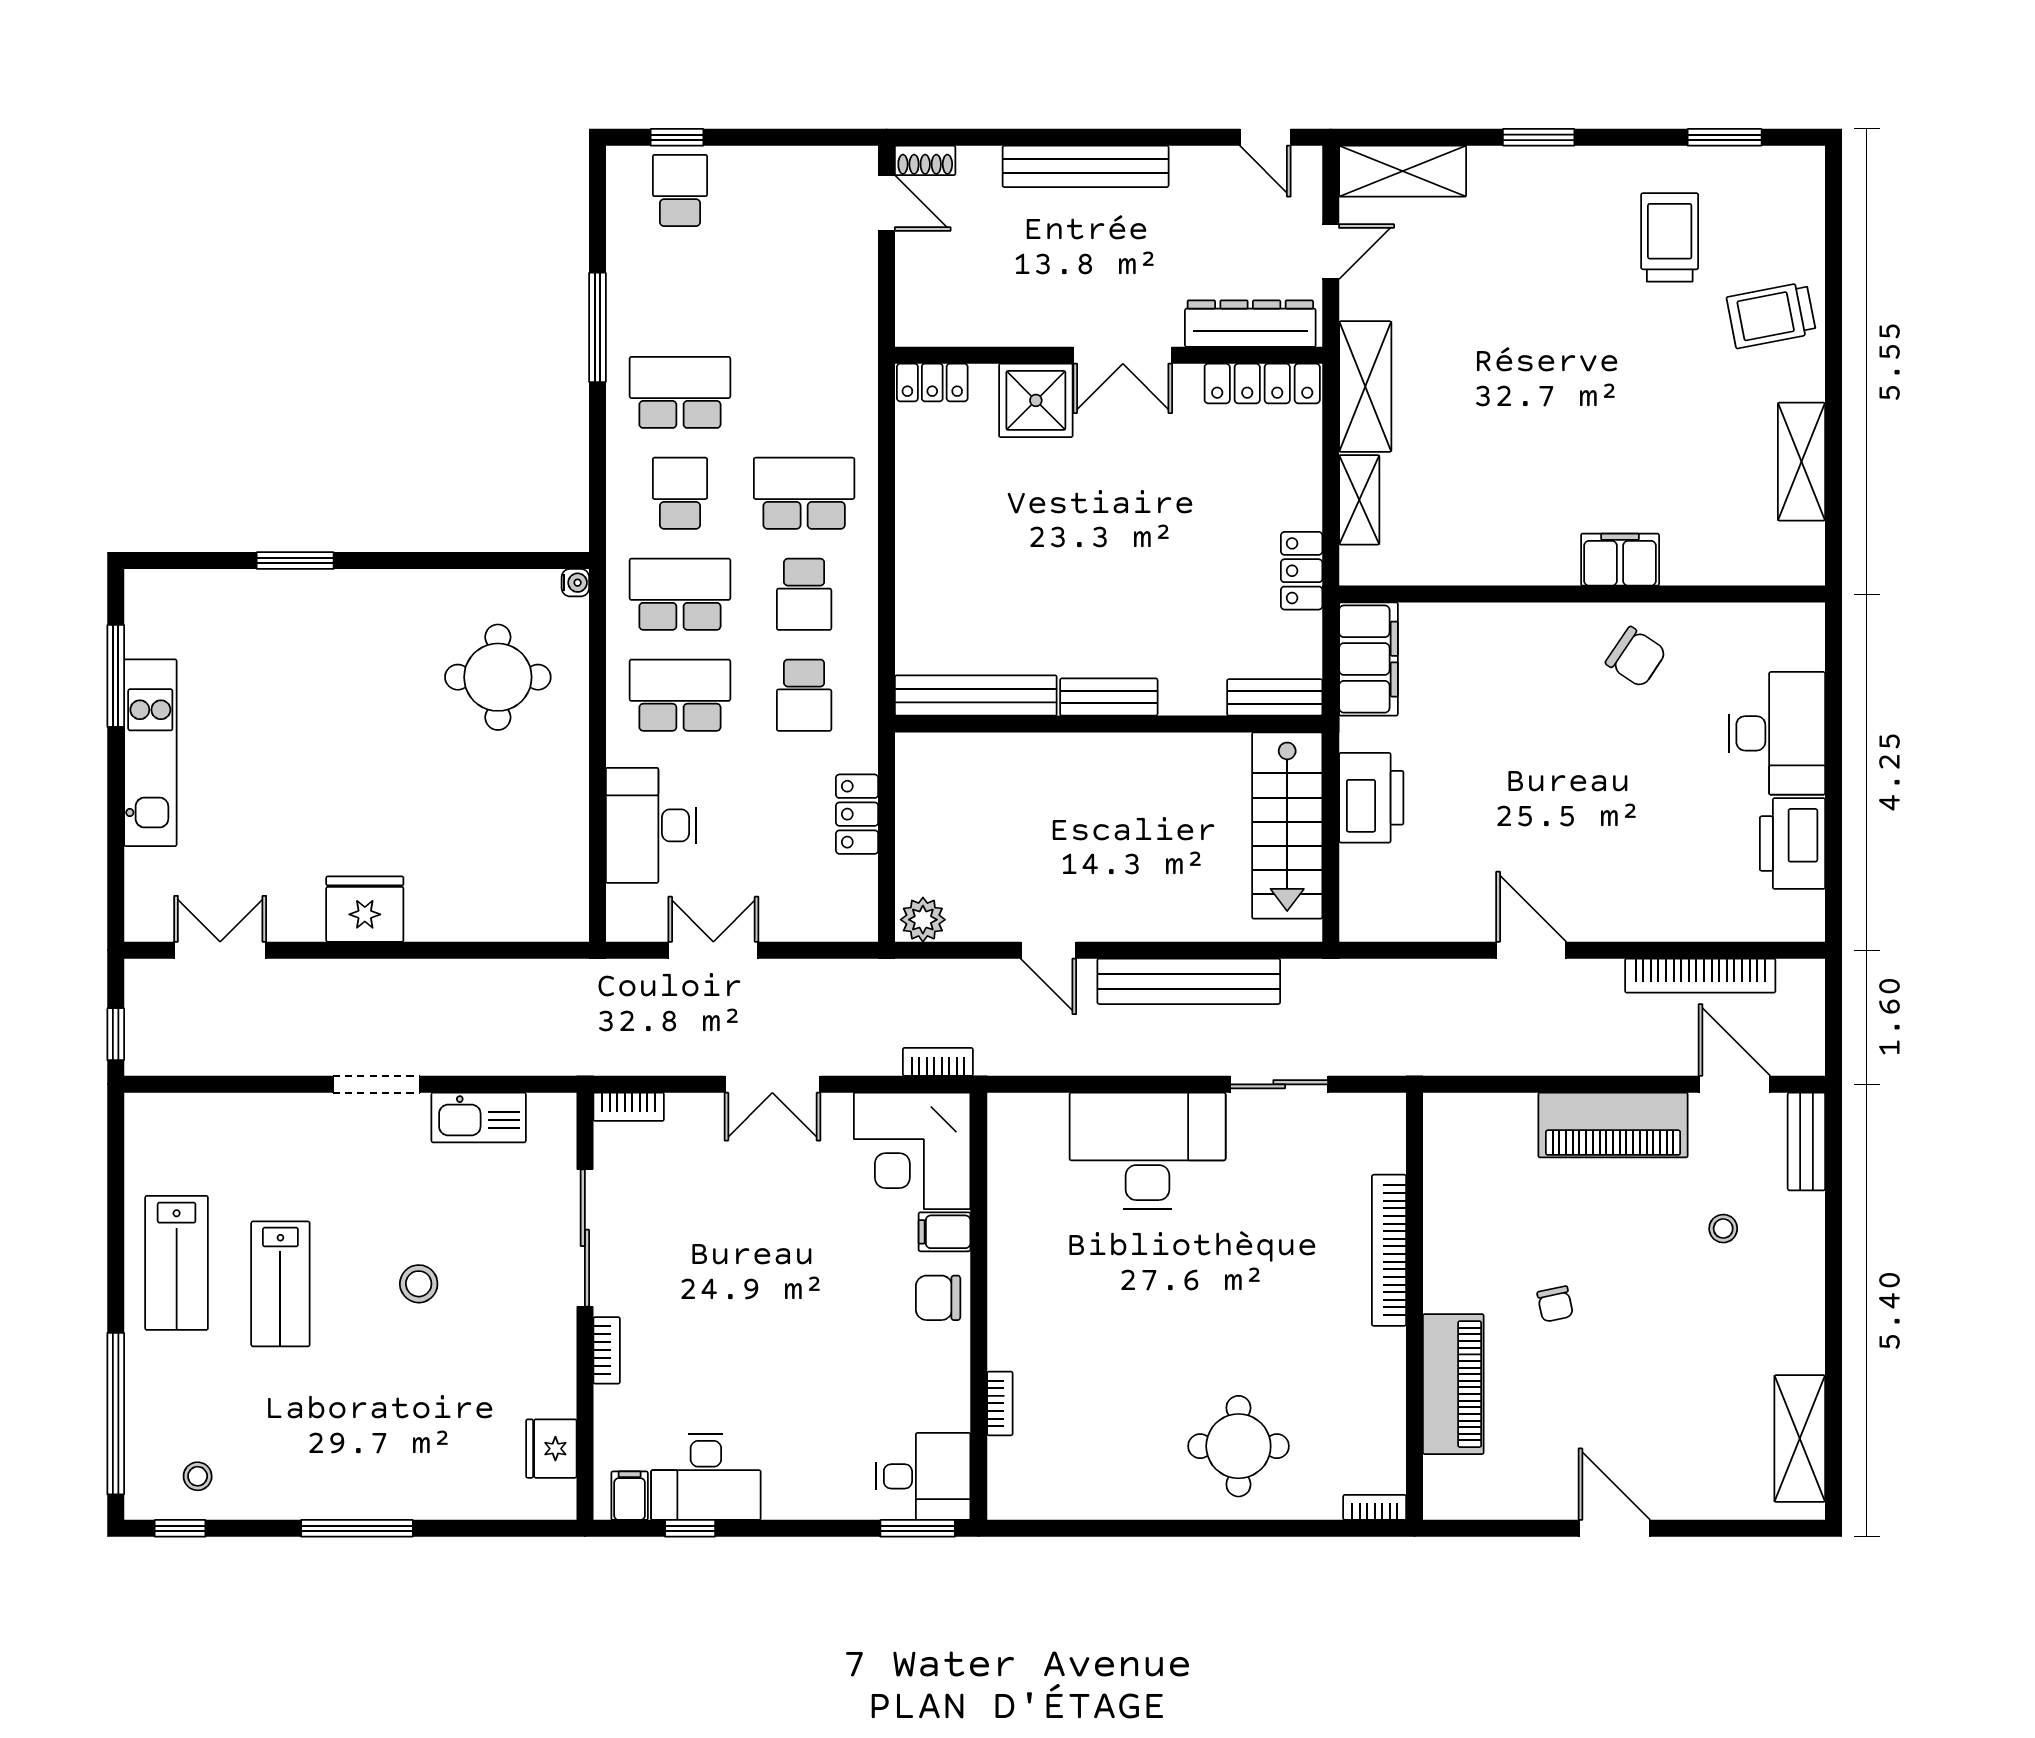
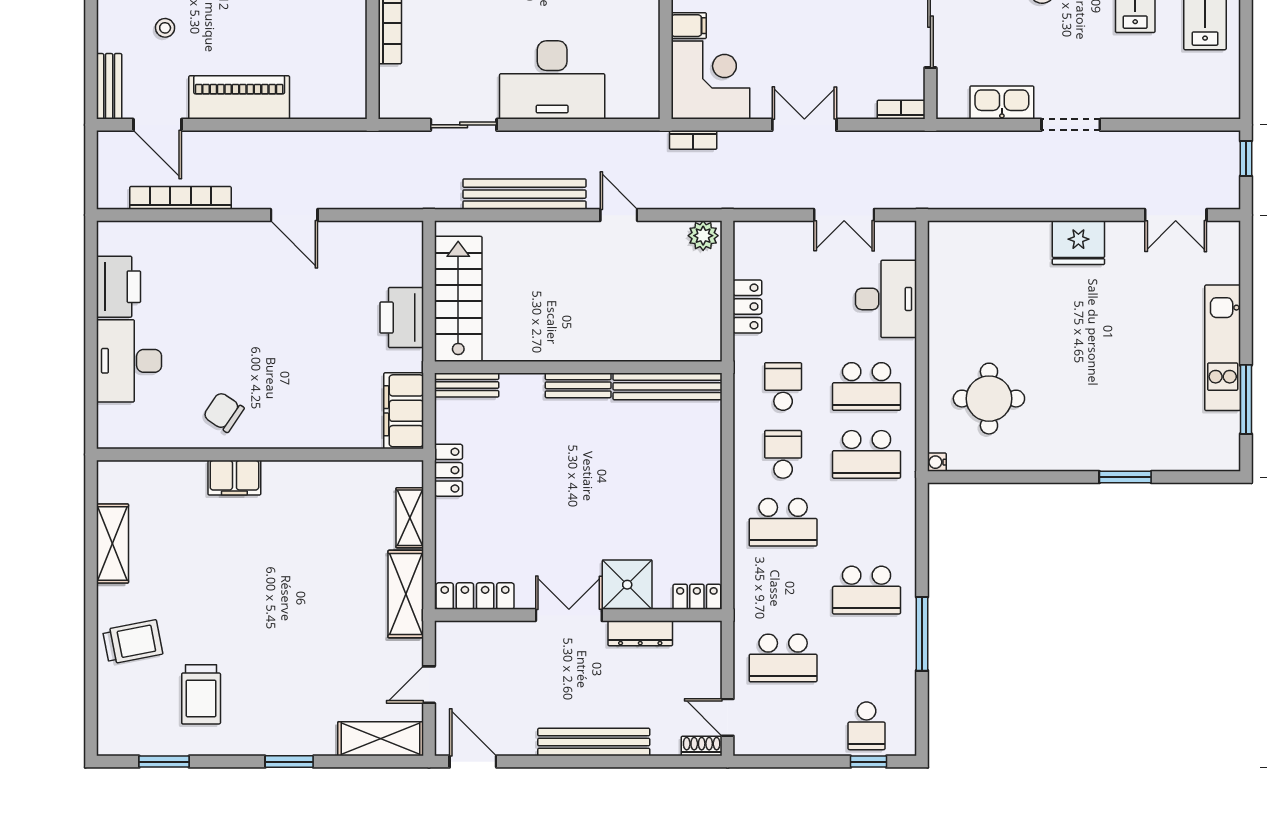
door: (1265, 137) -> (473, 762), width x1.37
dresser: (1250, 324) -> (640, 633), moved, width x0.73, depth x0.80
school desk: (680, 493) -> (783, 658), moved, width x1.85

